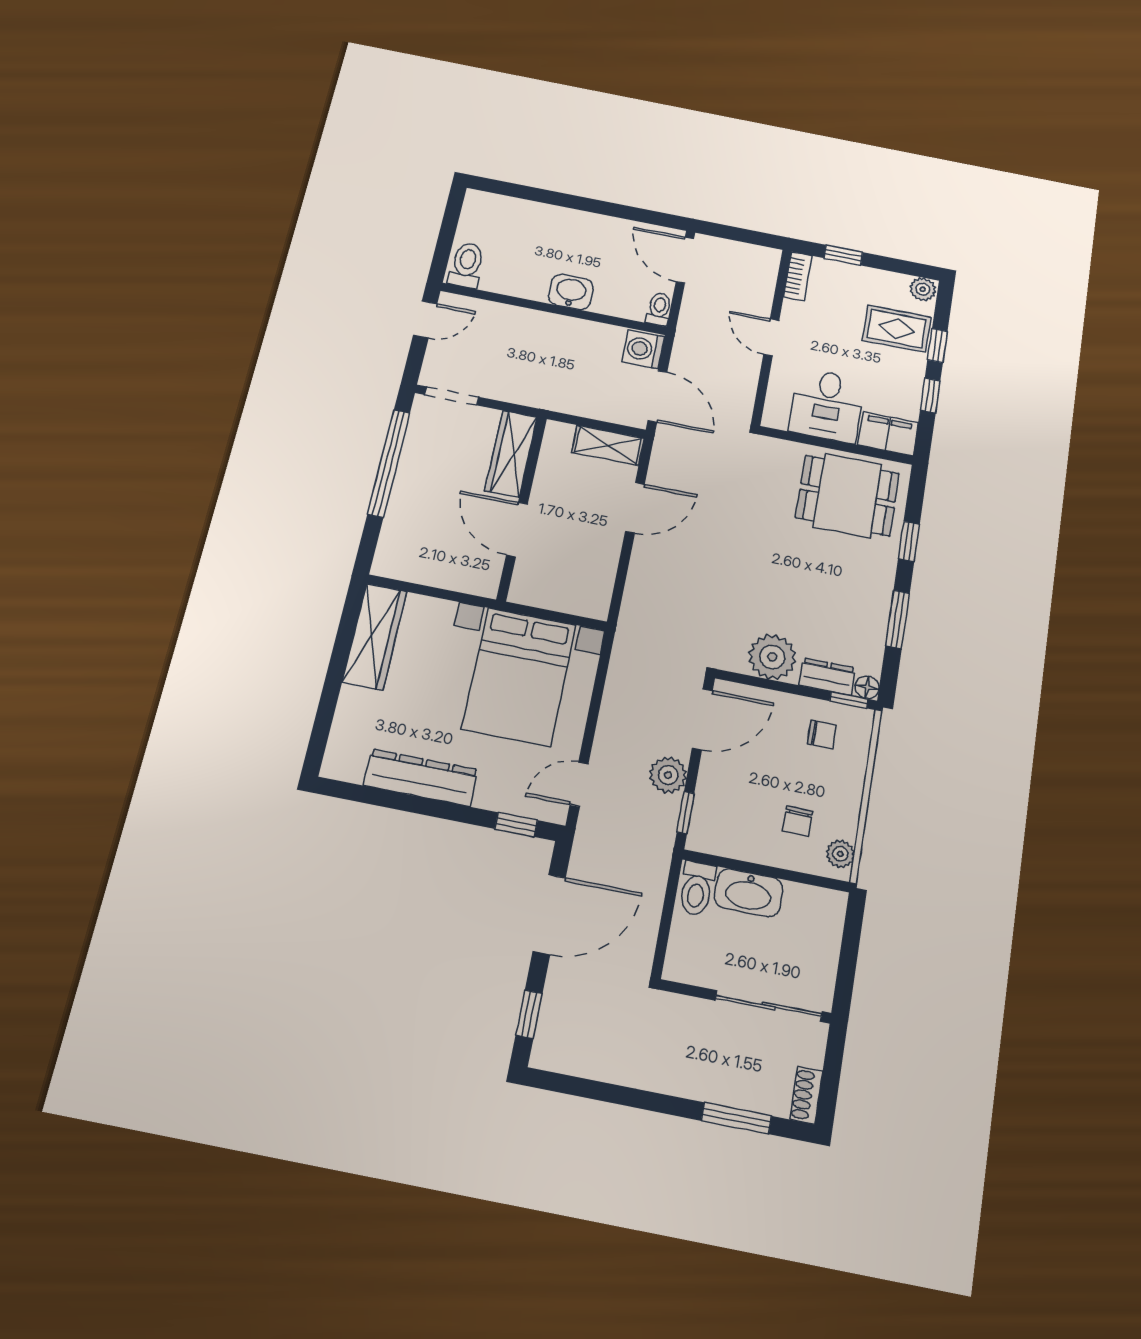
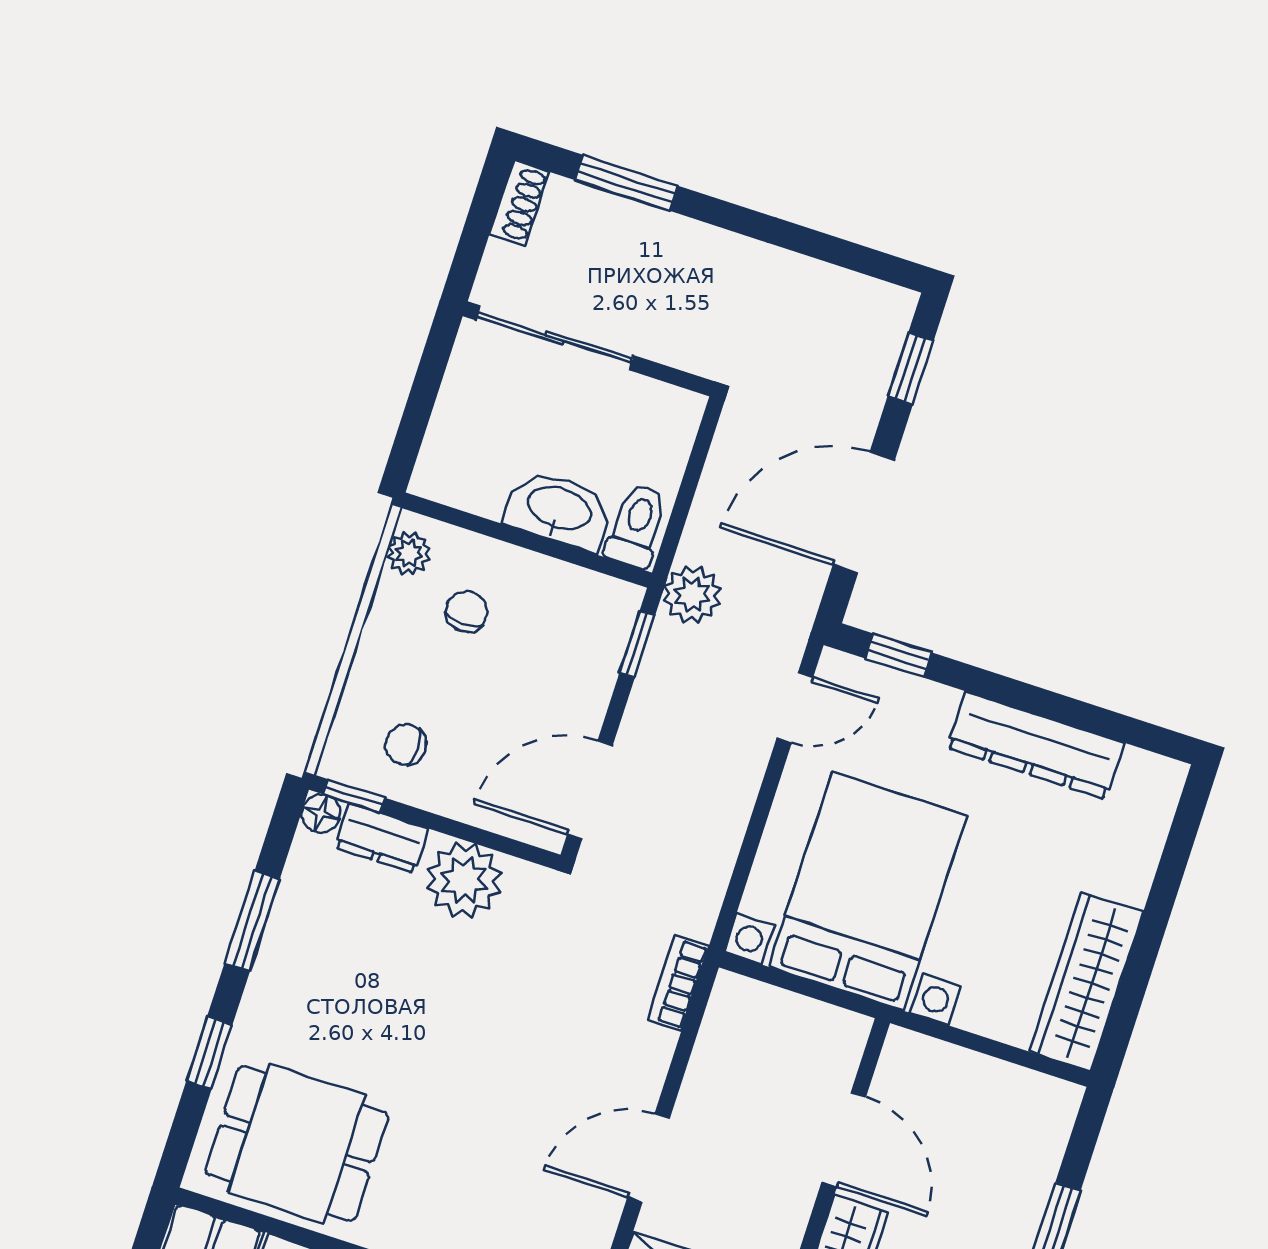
bookcase: (631, 610) -> (678, 983), added
plant: (668, 775) -> (692, 595), moved

